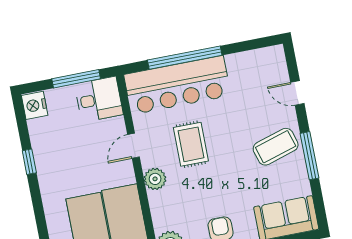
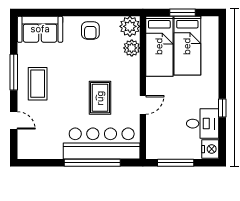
desk: (99, 99) -> (203, 124), moved, turned 180
coffee table: (276, 147) -> (38, 84), turned -73
plant: (155, 179) -> (132, 48), moved

